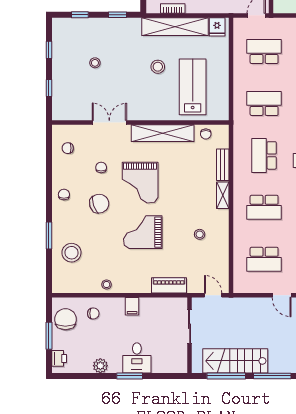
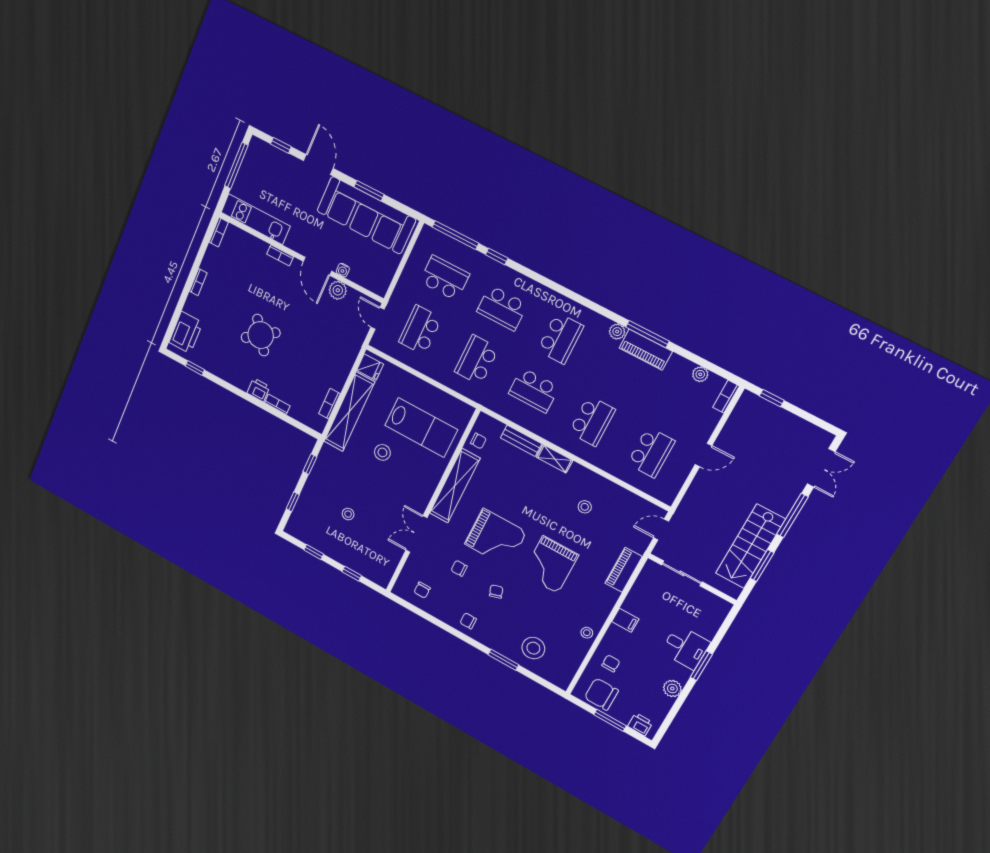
lab bench: (193, 87) -> (421, 427), turned 180
chair: (99, 204) -> (496, 592), width x0.54, depth x0.54
window: (226, 376) -> (762, 566), width x0.69

